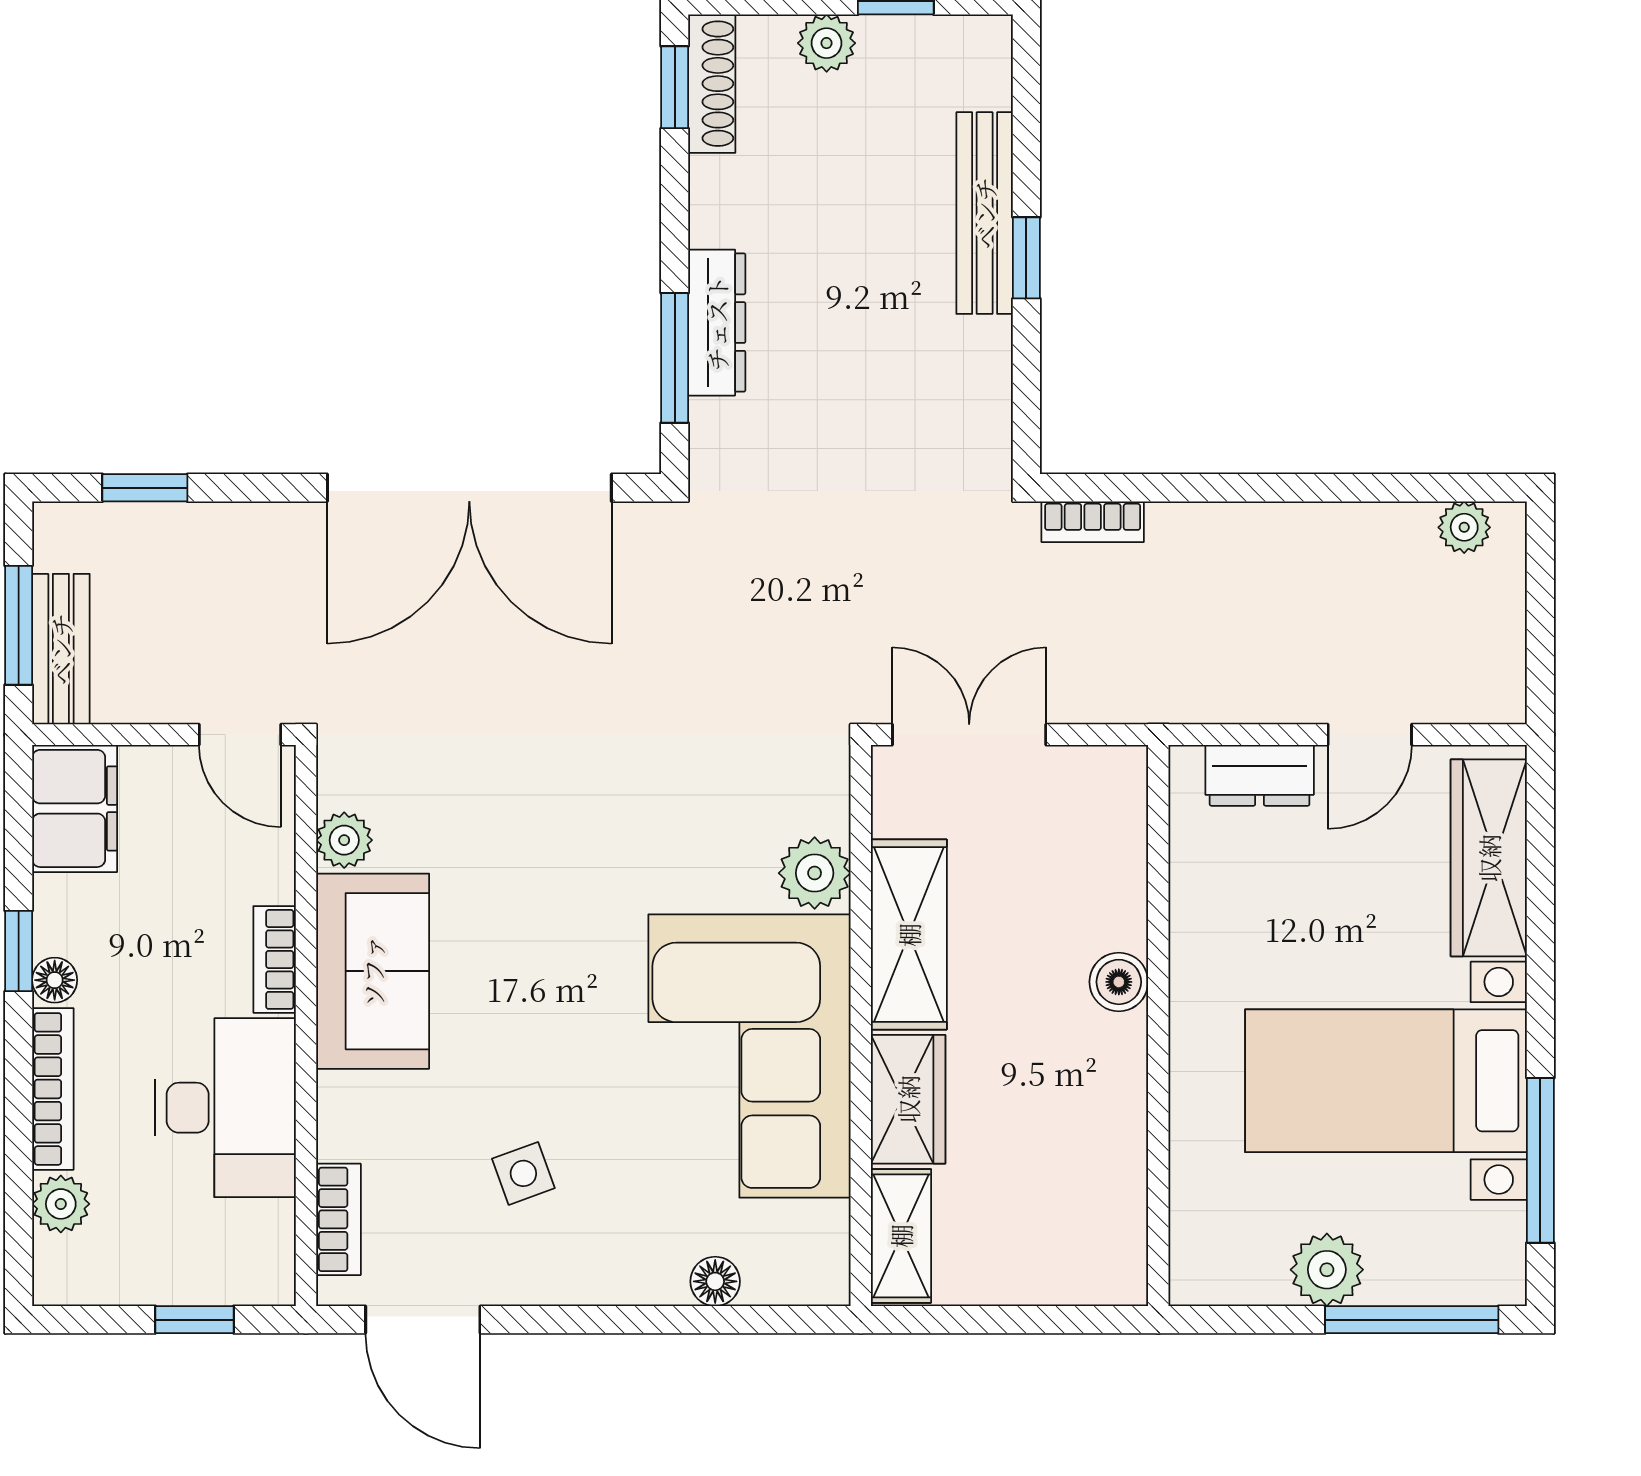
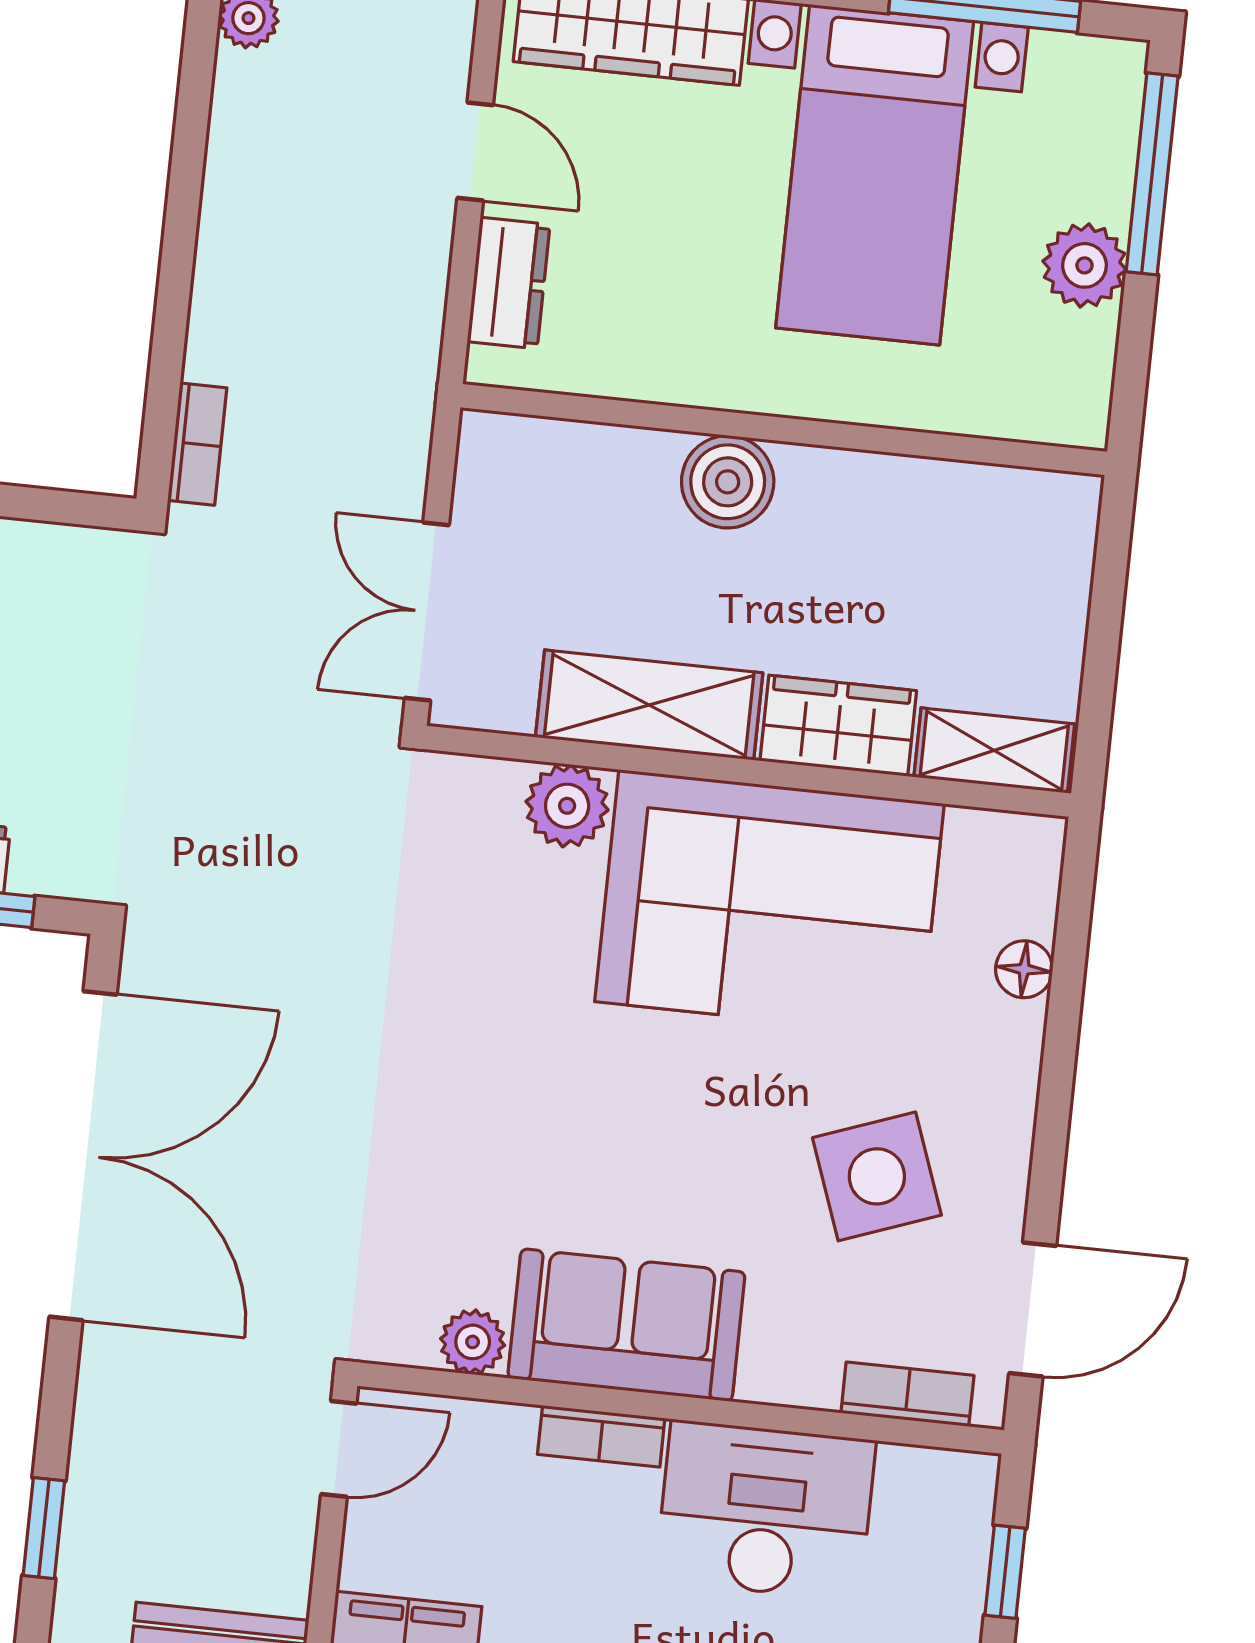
boiler: (1119, 982) -> (728, 482), width x1.36, depth x1.36
side table: (523, 1173) -> (877, 1176), width x1.87, depth x1.87

